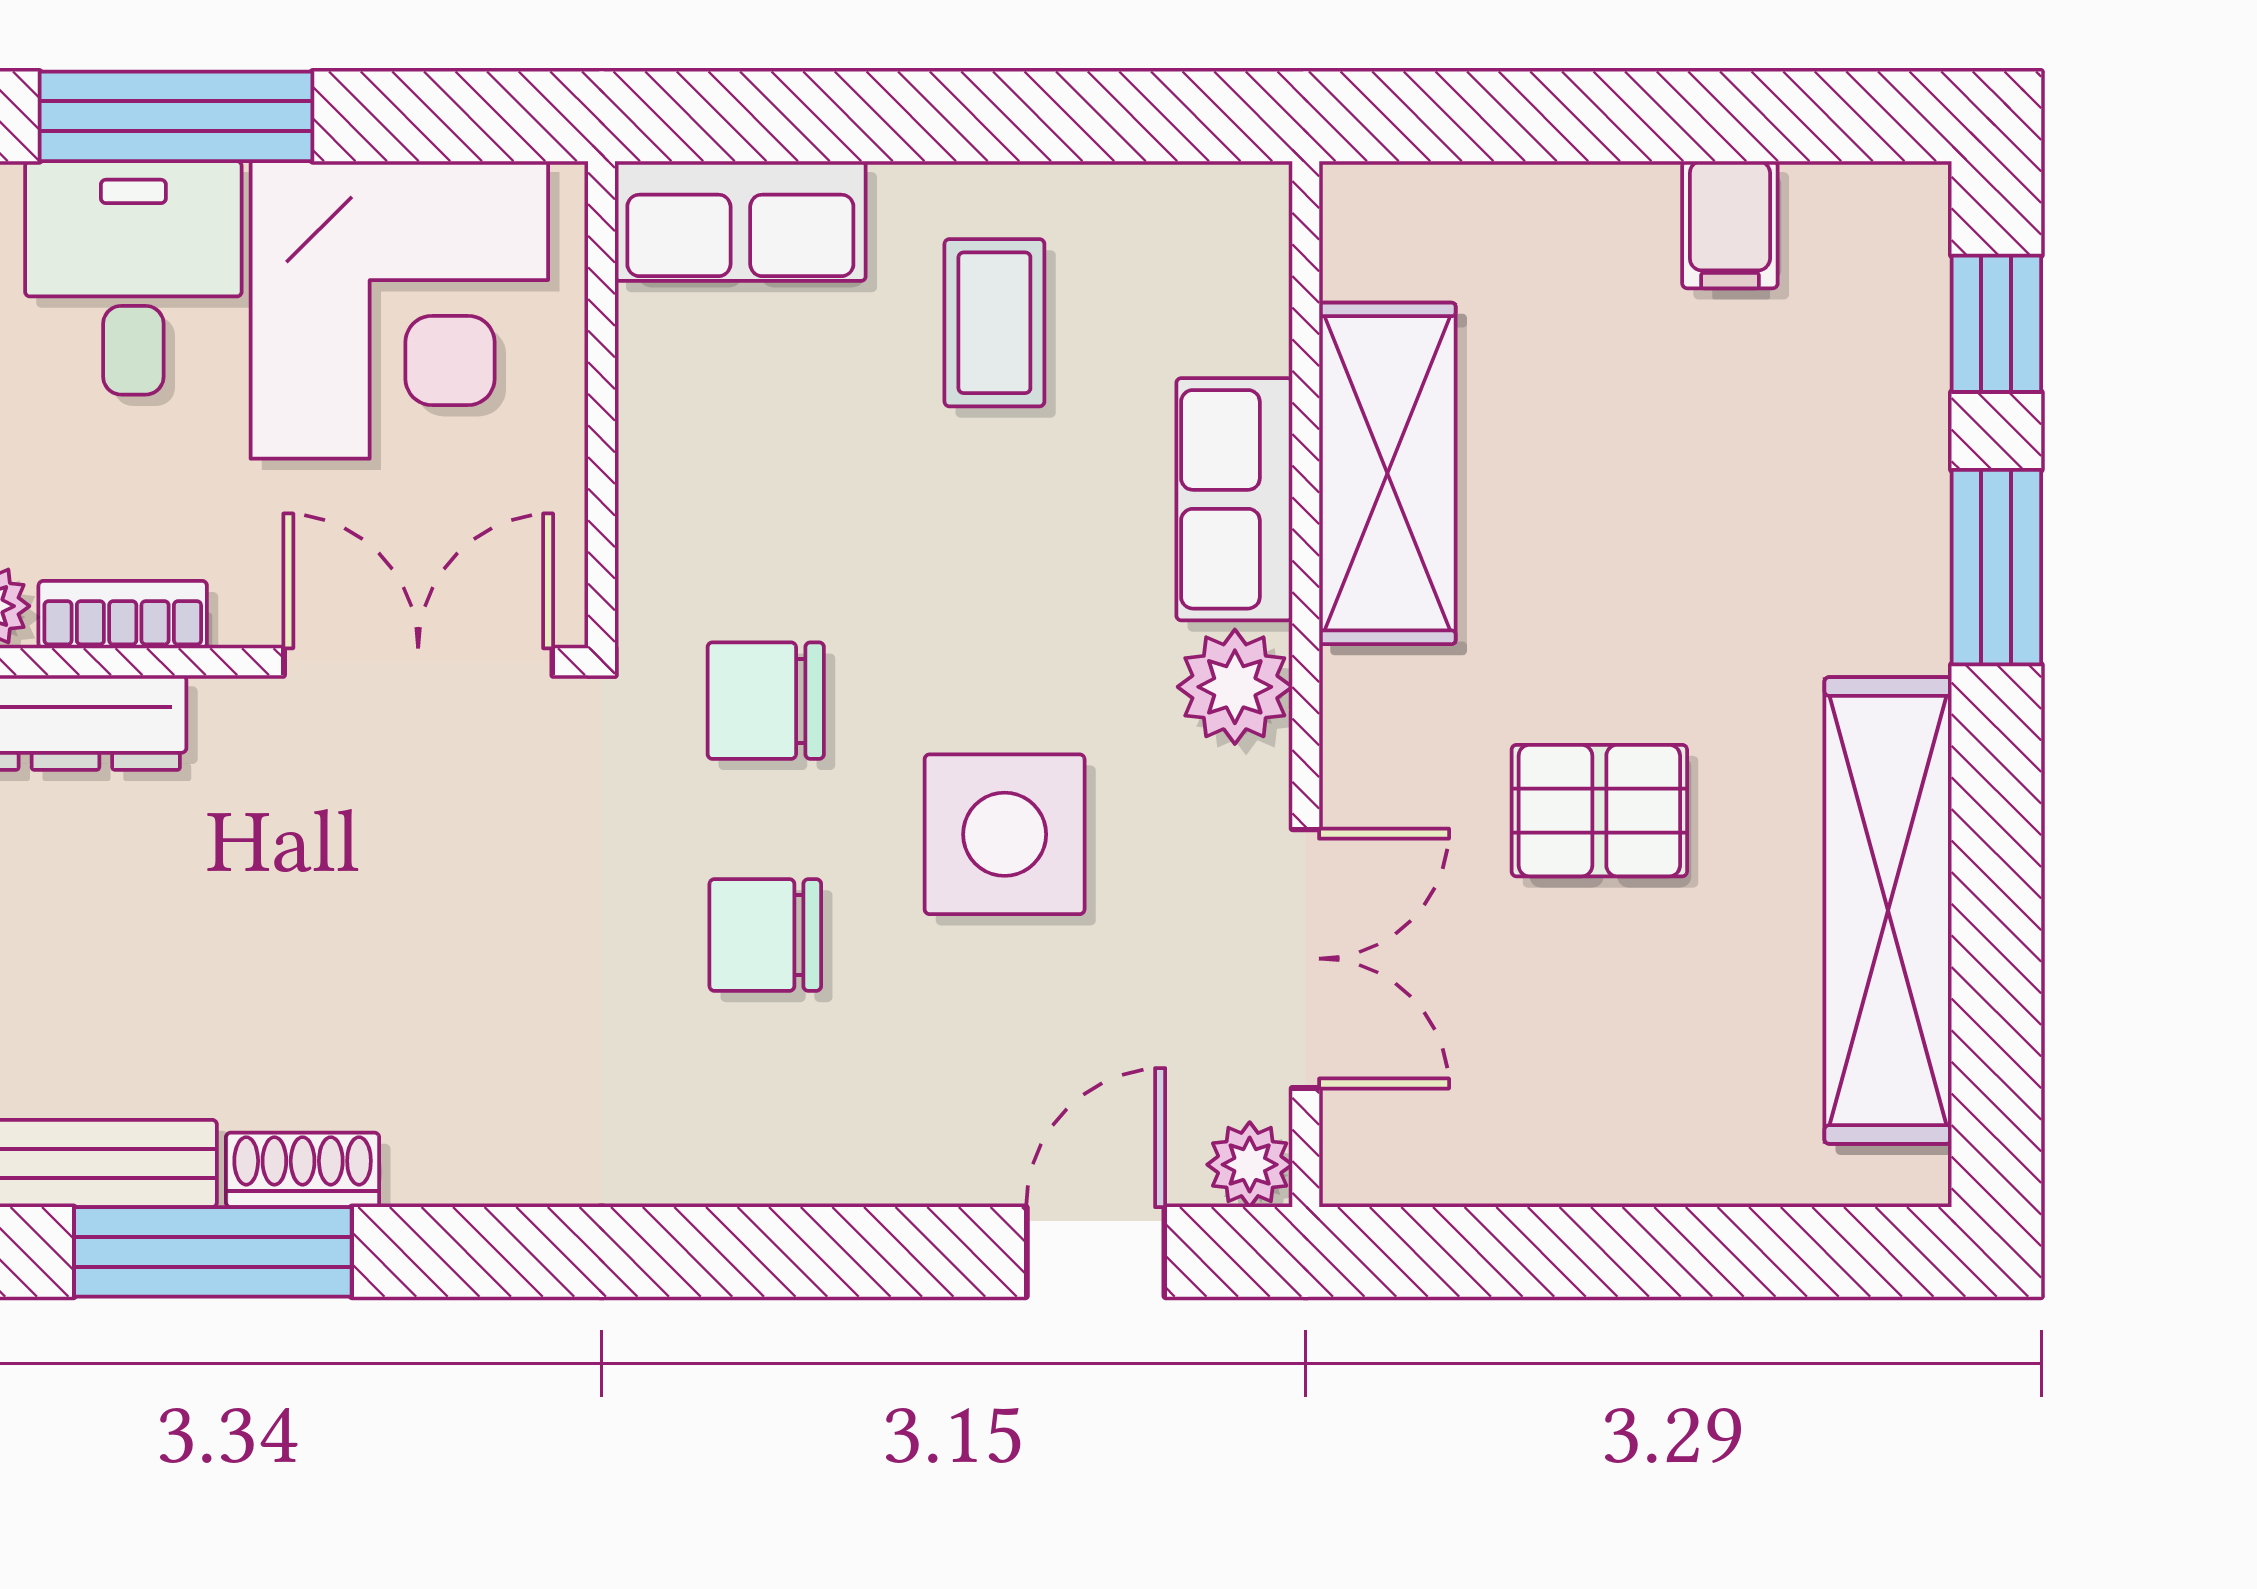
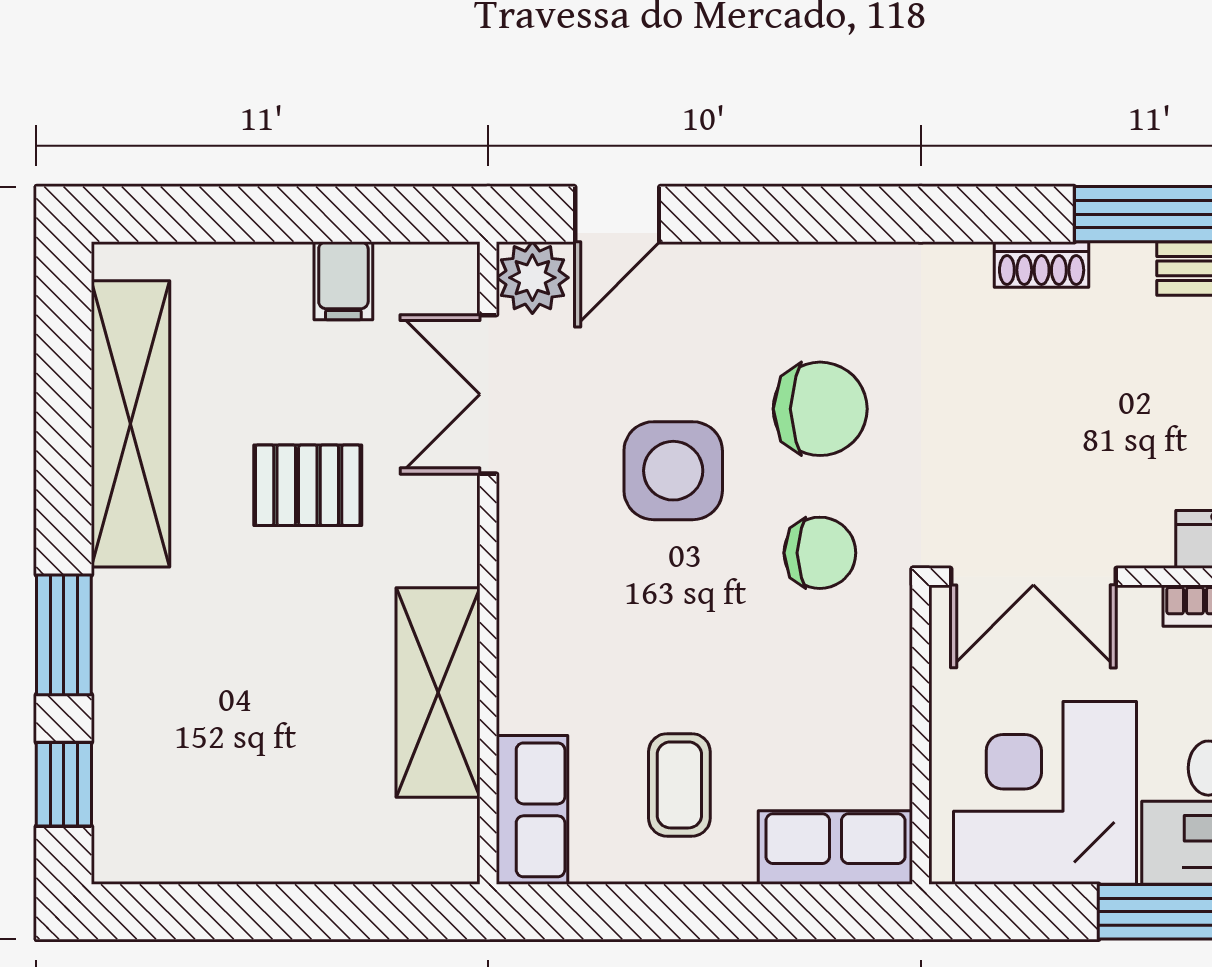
filing cabinet: (1730, 225) -> (343, 281), moved, turned 180
row of seats: (1234, 499) -> (532, 810), moved
plant: (1235, 687) -> (532, 561), removed
chair: (765, 935) -> (820, 409), width x1.37, depth x1.37
plant: (1250, 1165) -> (532, 278), width x1.38, depth x1.38
shoe rack: (303, 1170) -> (1042, 265), moved

